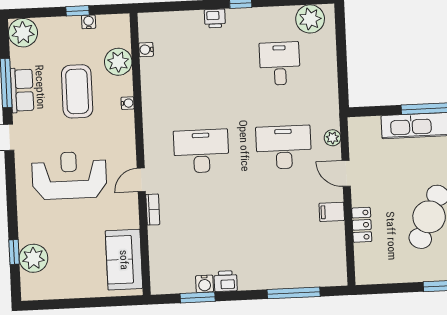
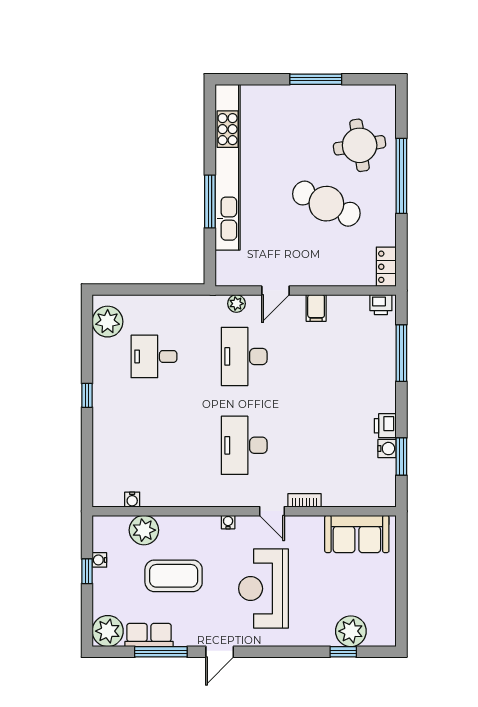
printer: (215, 18) -> (381, 305), moved, turned 90
row of seats: (22, 90) -> (149, 635), moved
water cooler: (128, 103) -> (228, 522), moved
locker: (362, 225) -> (386, 267), moved, turned -90

